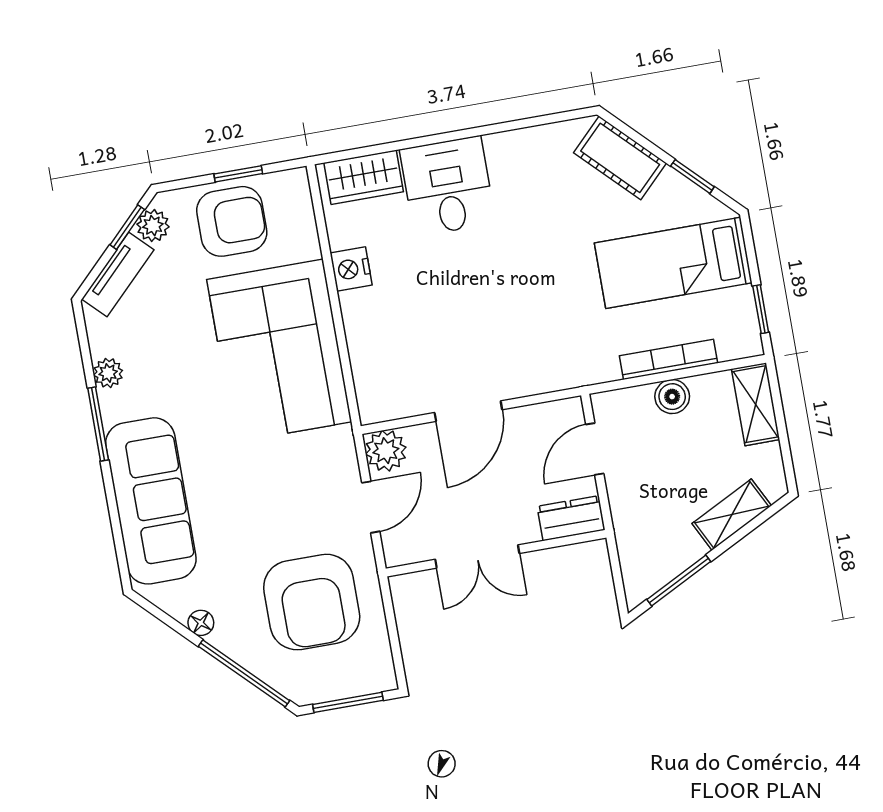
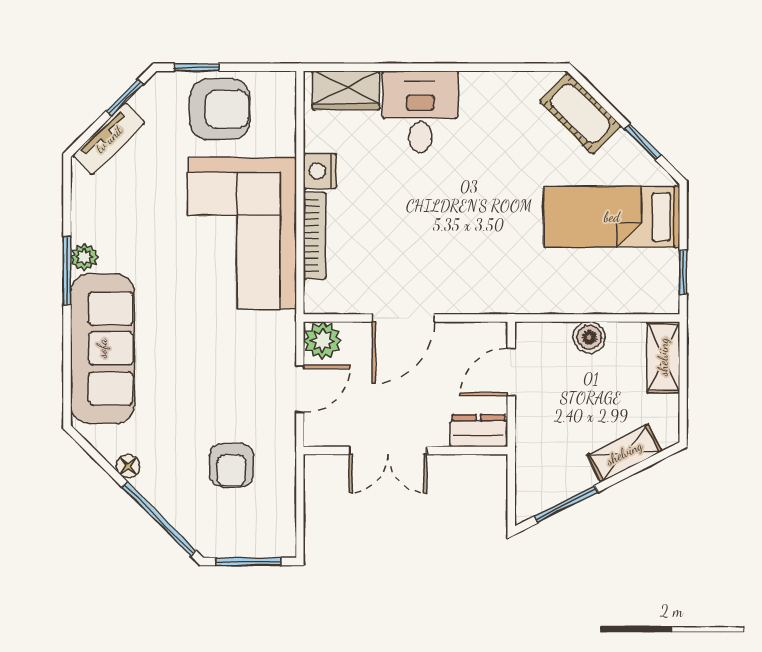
window: (238, 174) -> (197, 67), moved
plant: (153, 226) -> (148, 100), removed
bookcase: (669, 359) -> (315, 235), moved, turned 90
plant: (108, 373) -> (84, 257), moved
armchair: (312, 602) -> (231, 465), width x0.53, depth x0.53

